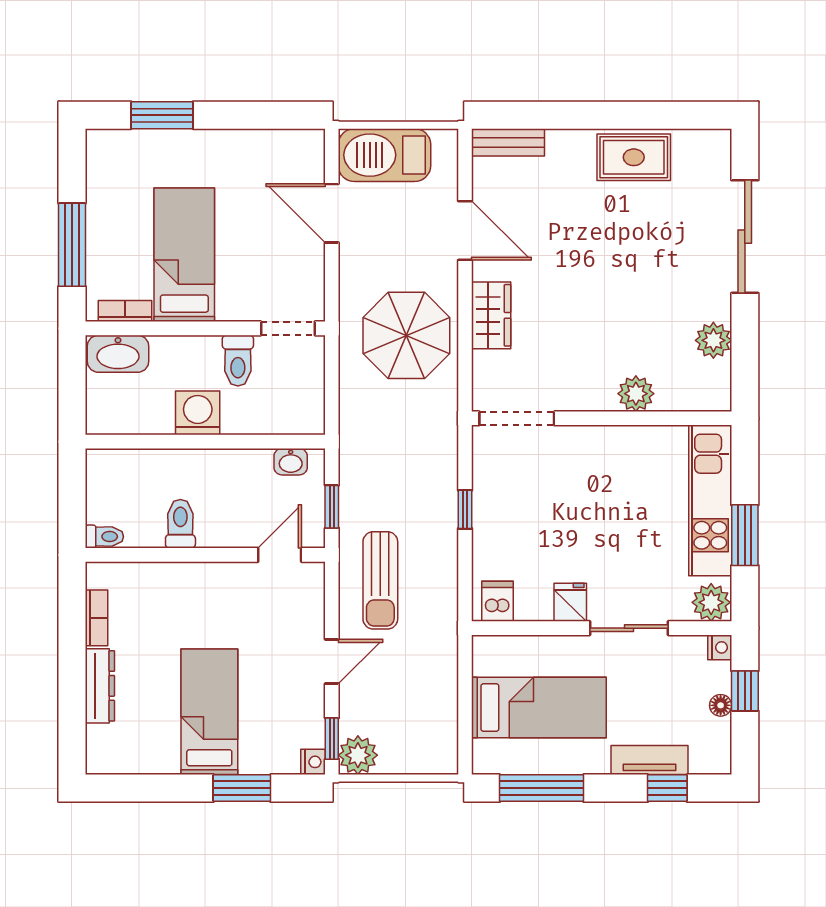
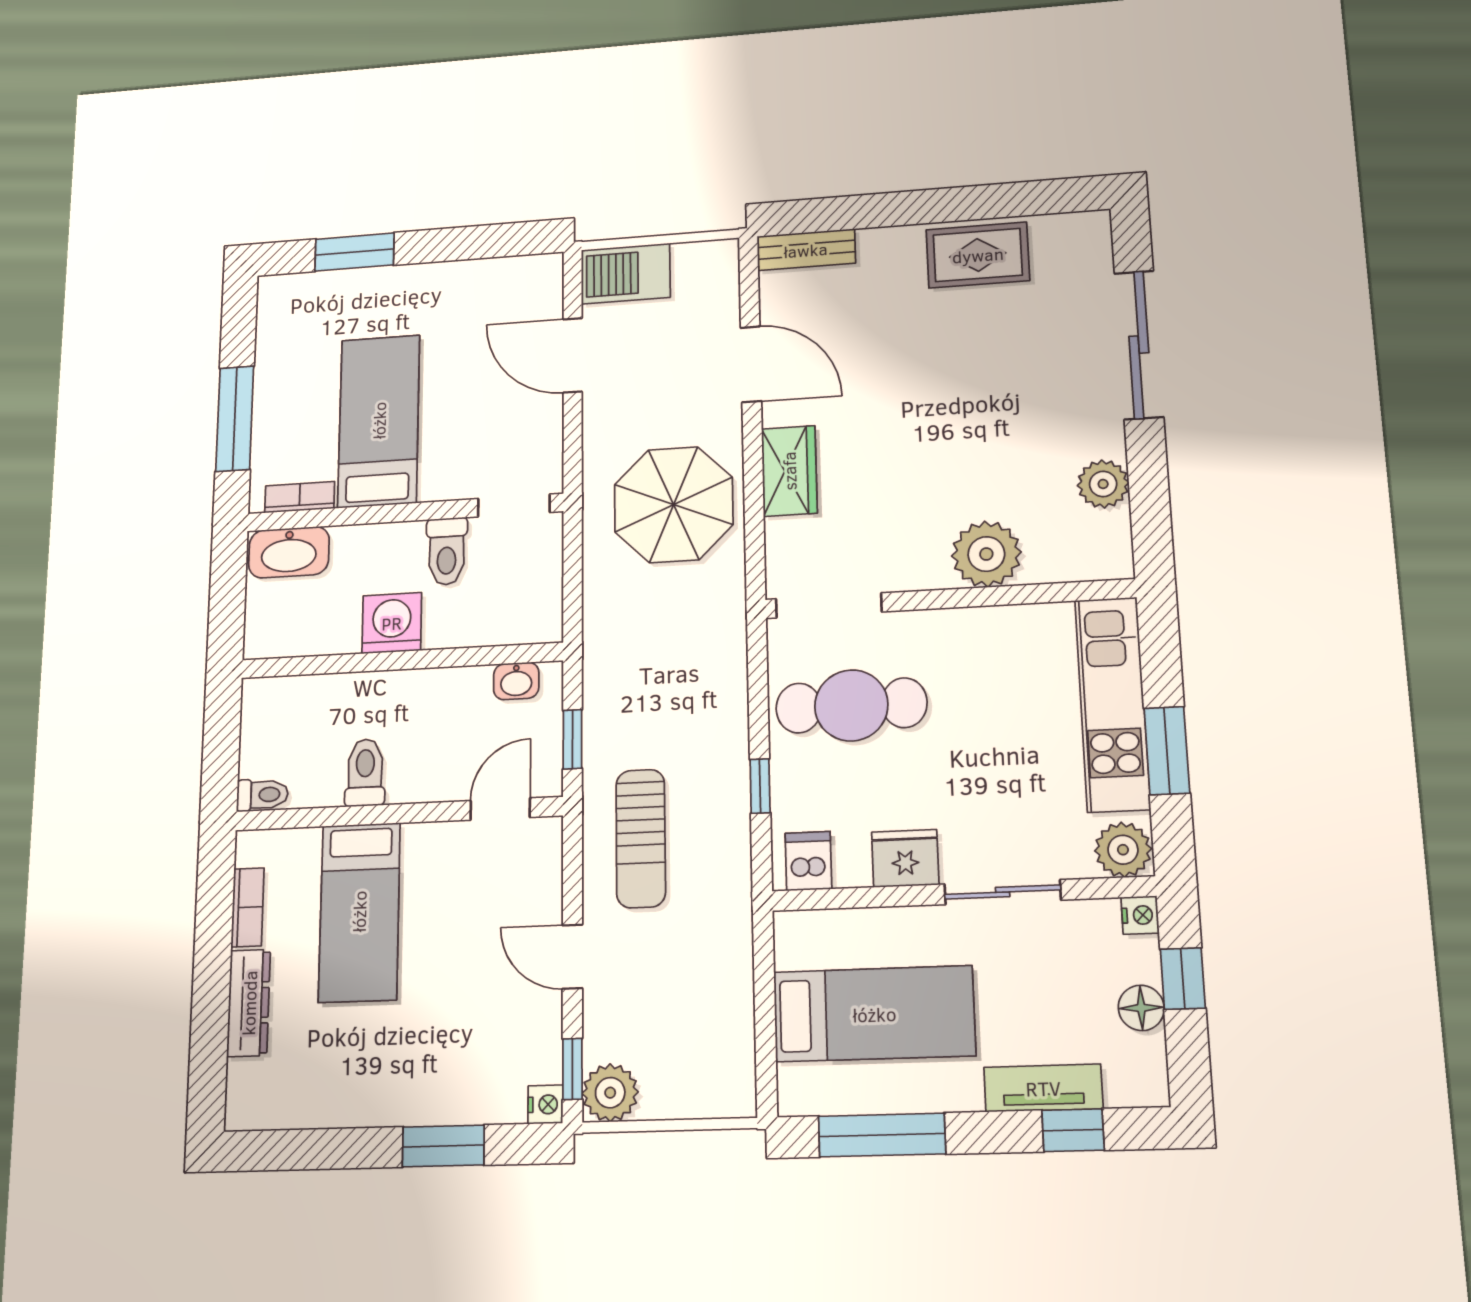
barbecue: (384, 155) -> (626, 274), width x0.73, depth x0.83
plant: (636, 394) -> (986, 554), width x1.36, depth x1.36
cafe table: (531, 492) -> (851, 705), added
window: (465, 509) -> (760, 786), moved
fridge: (570, 602) -> (905, 858), width x1.38
door: (332, 662) -> (572, 957), swing flipped
floor lamp: (721, 705) -> (1141, 1008), width x1.37, depth x1.37
bed: (209, 712) -> (359, 912), moved, turned 180

